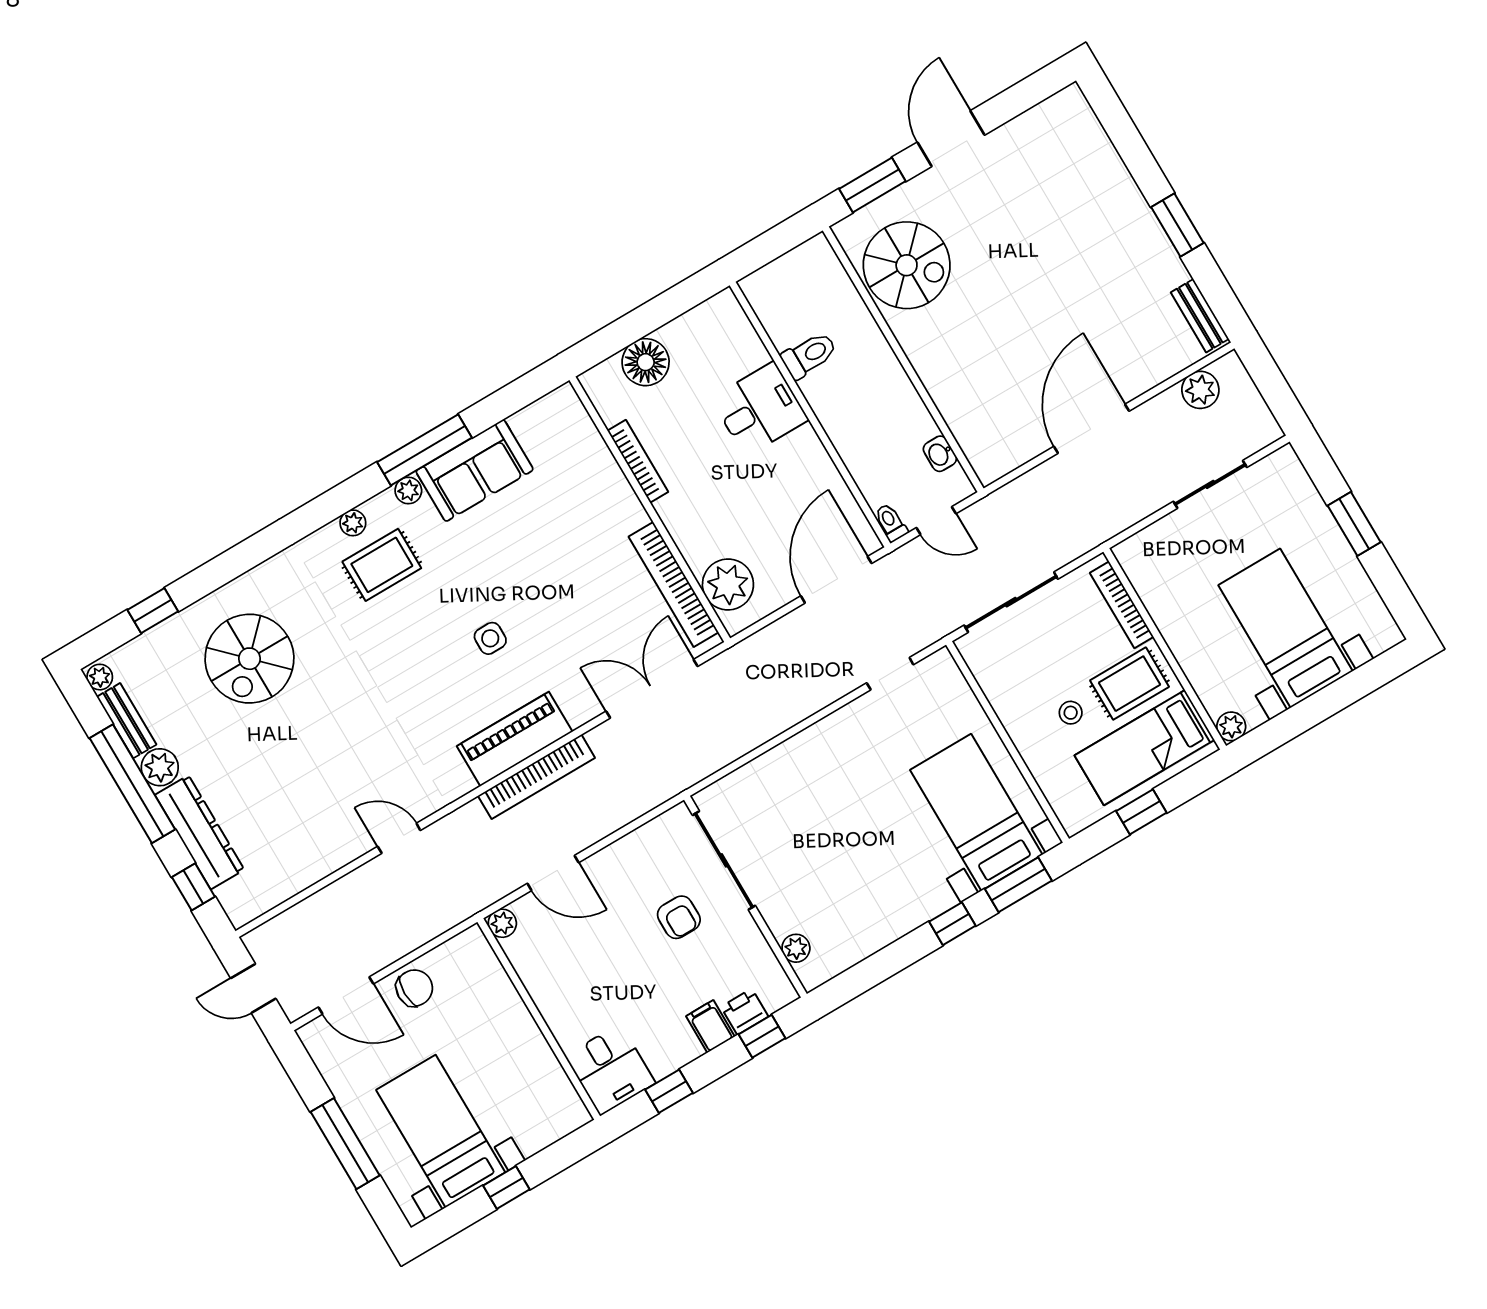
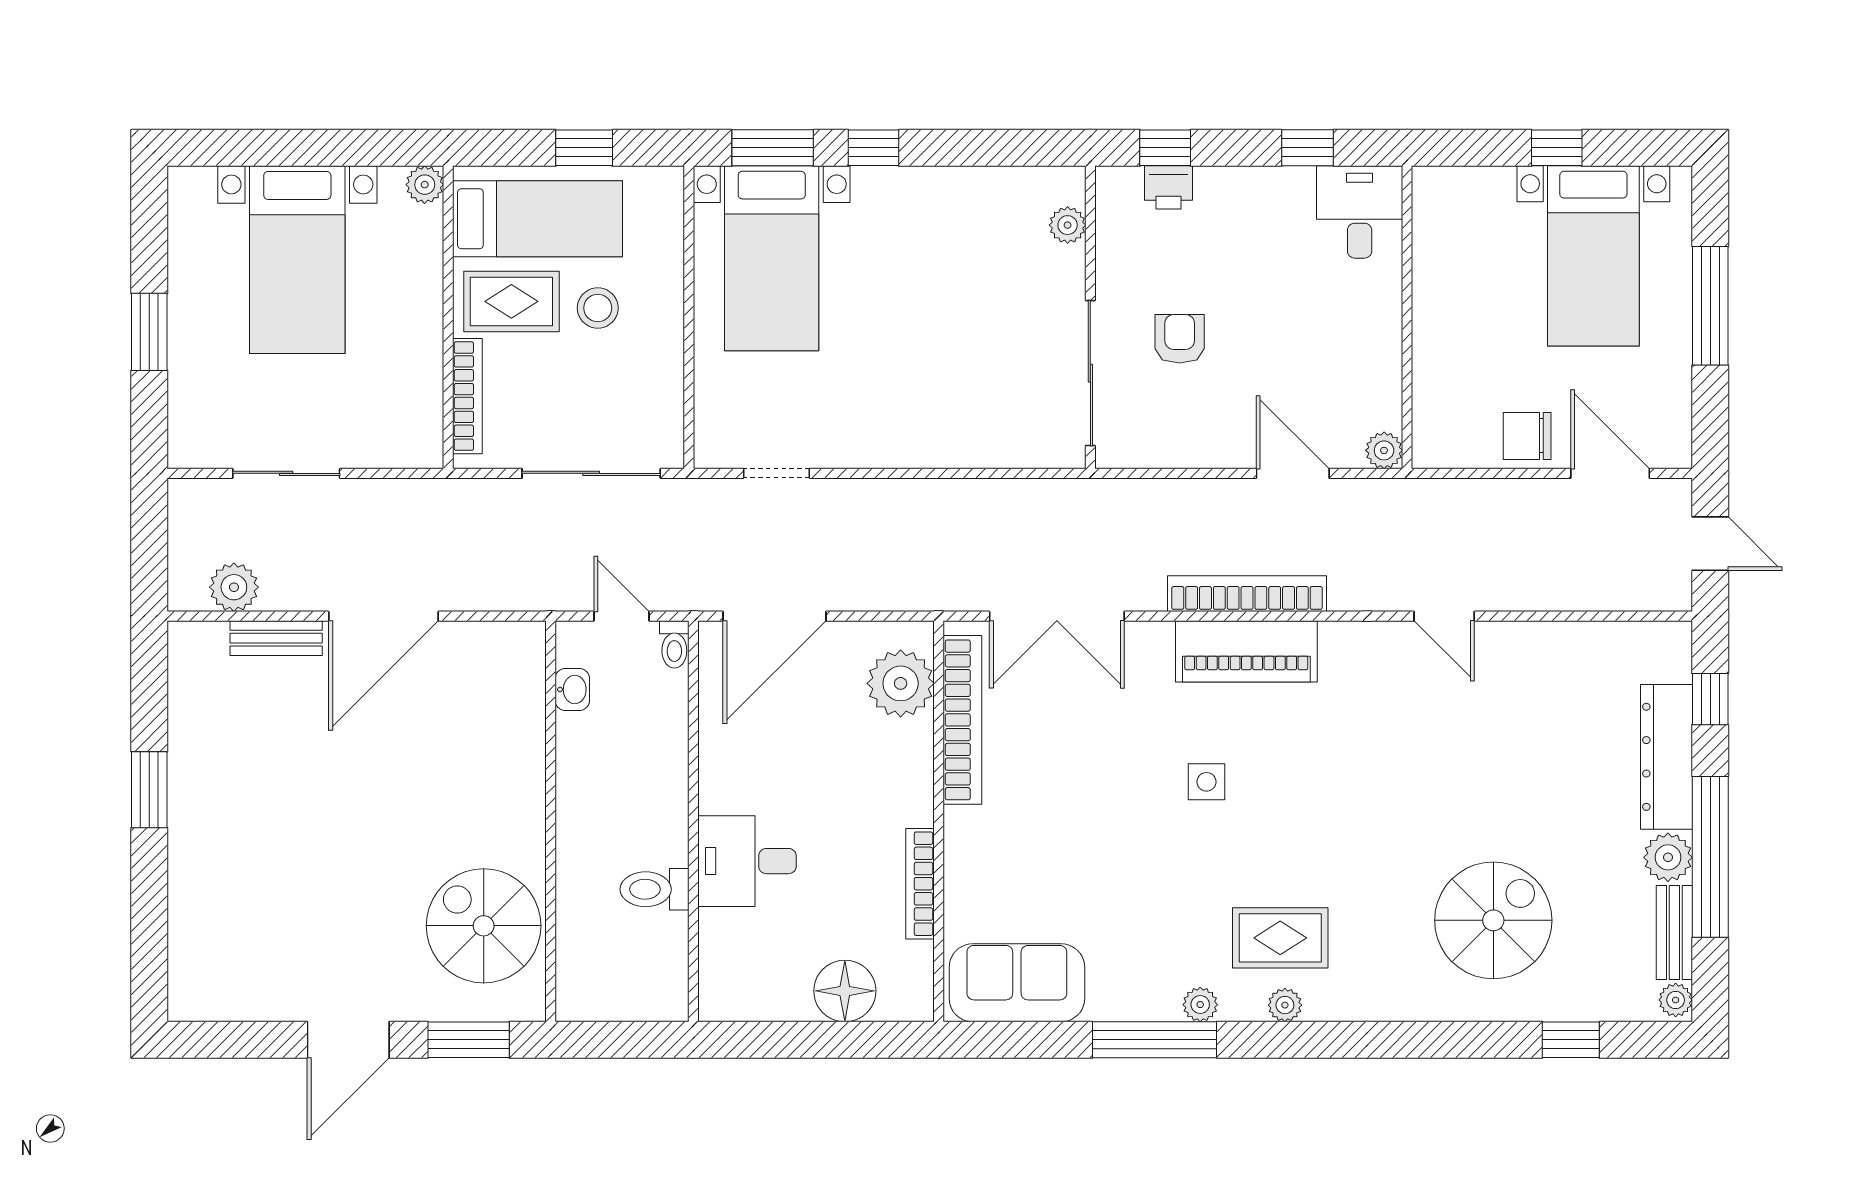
bench: (1200, 316) -> (276, 638), moved, turned 90
sofa: (475, 470) -> (1017, 983), moved
stool: (1071, 713) -> (598, 308), width x1.37, depth x1.37
filing cabinet: (710, 1026) -> (1217, 194), removed

